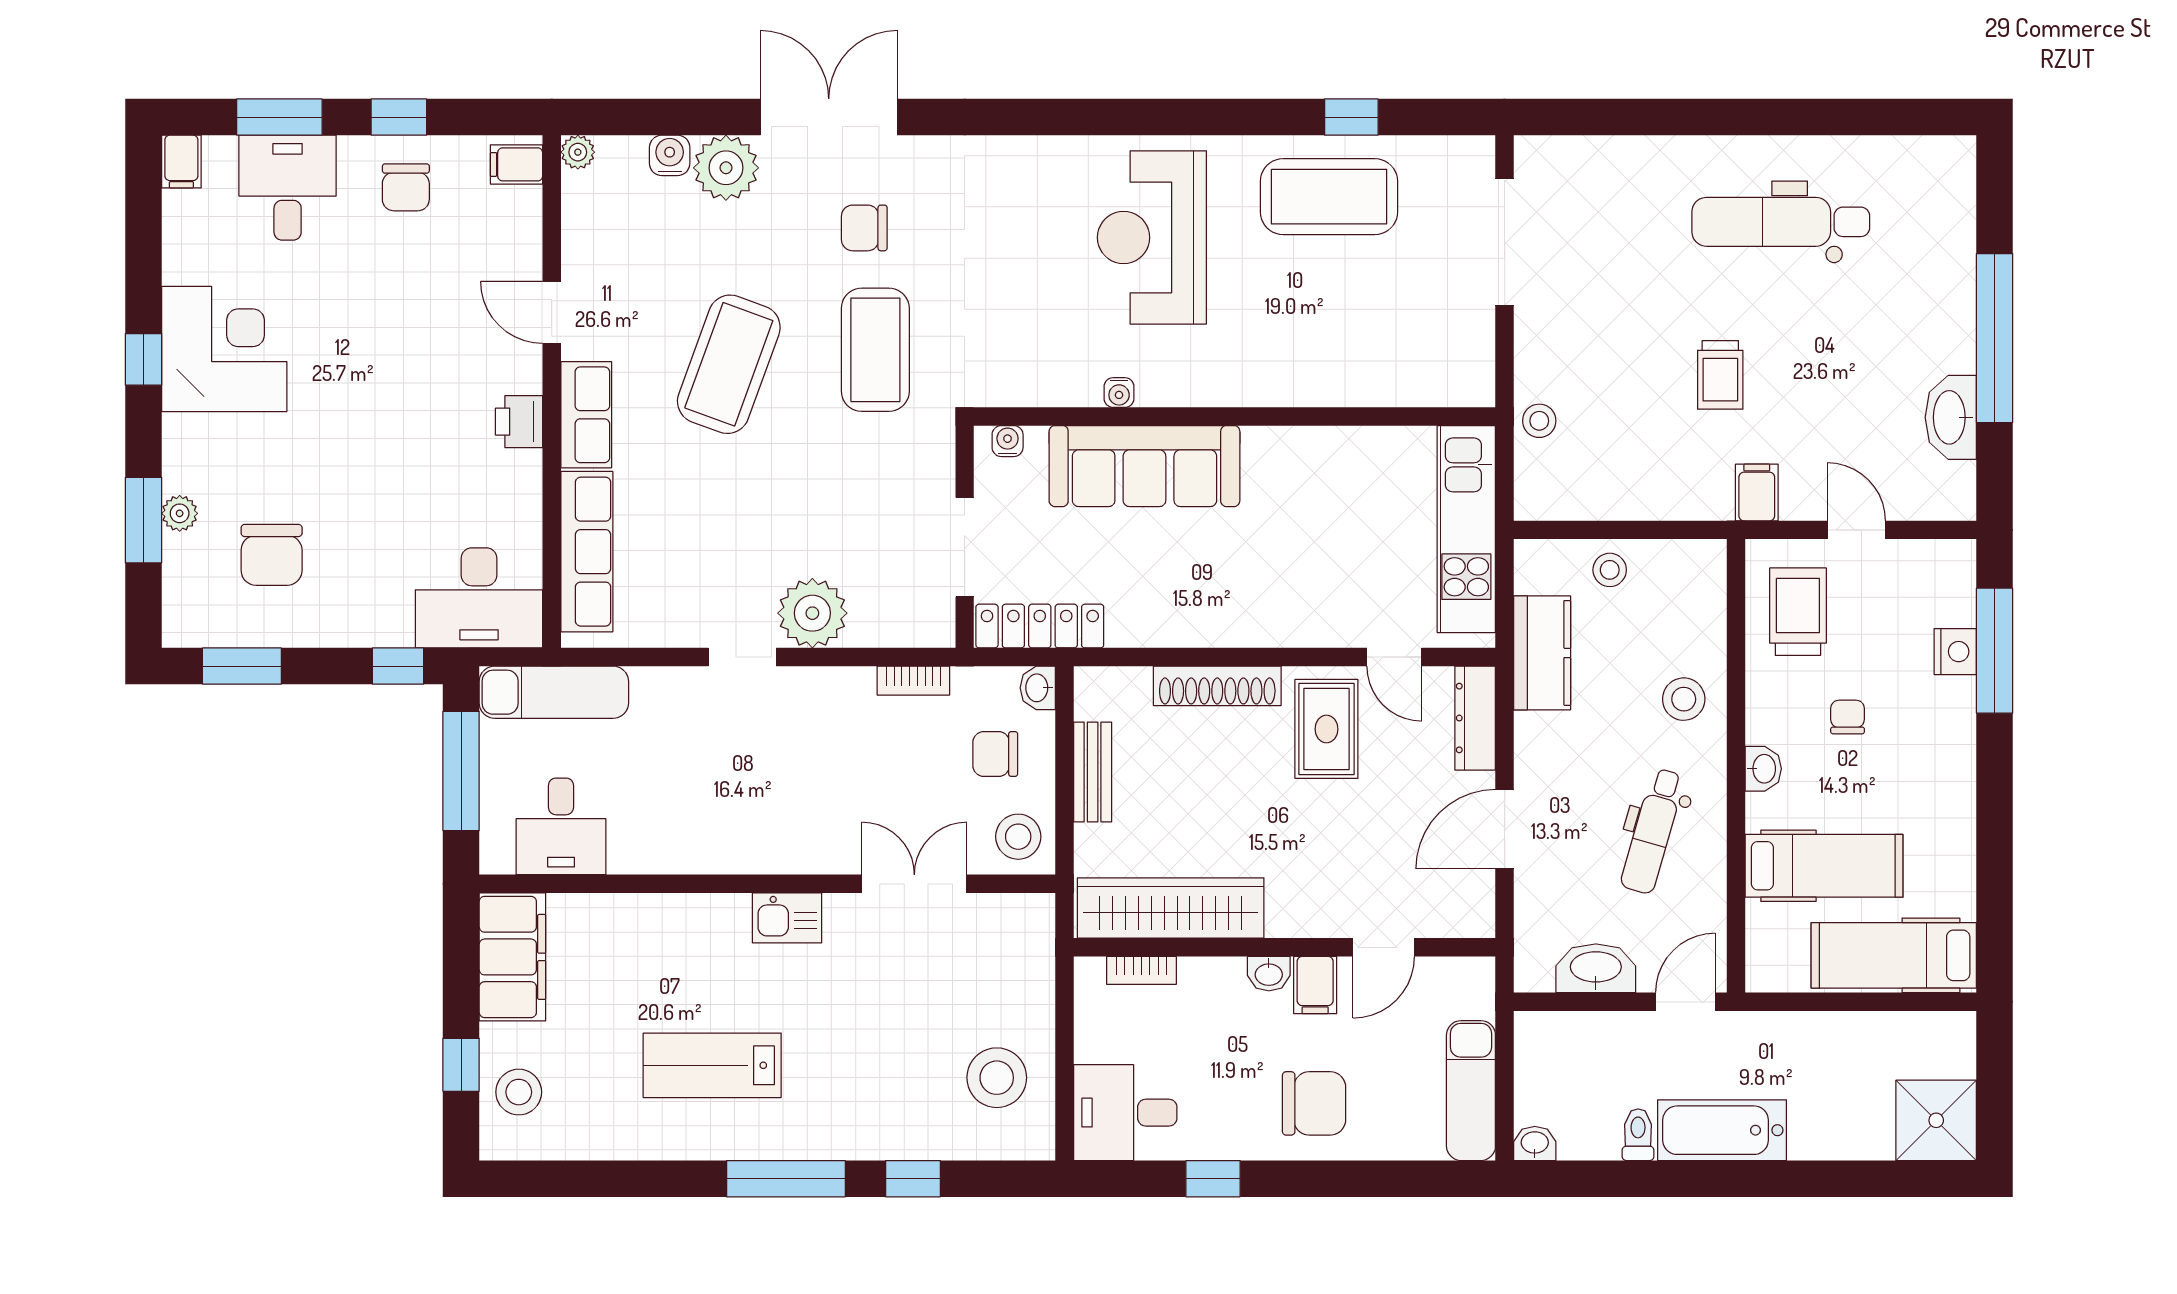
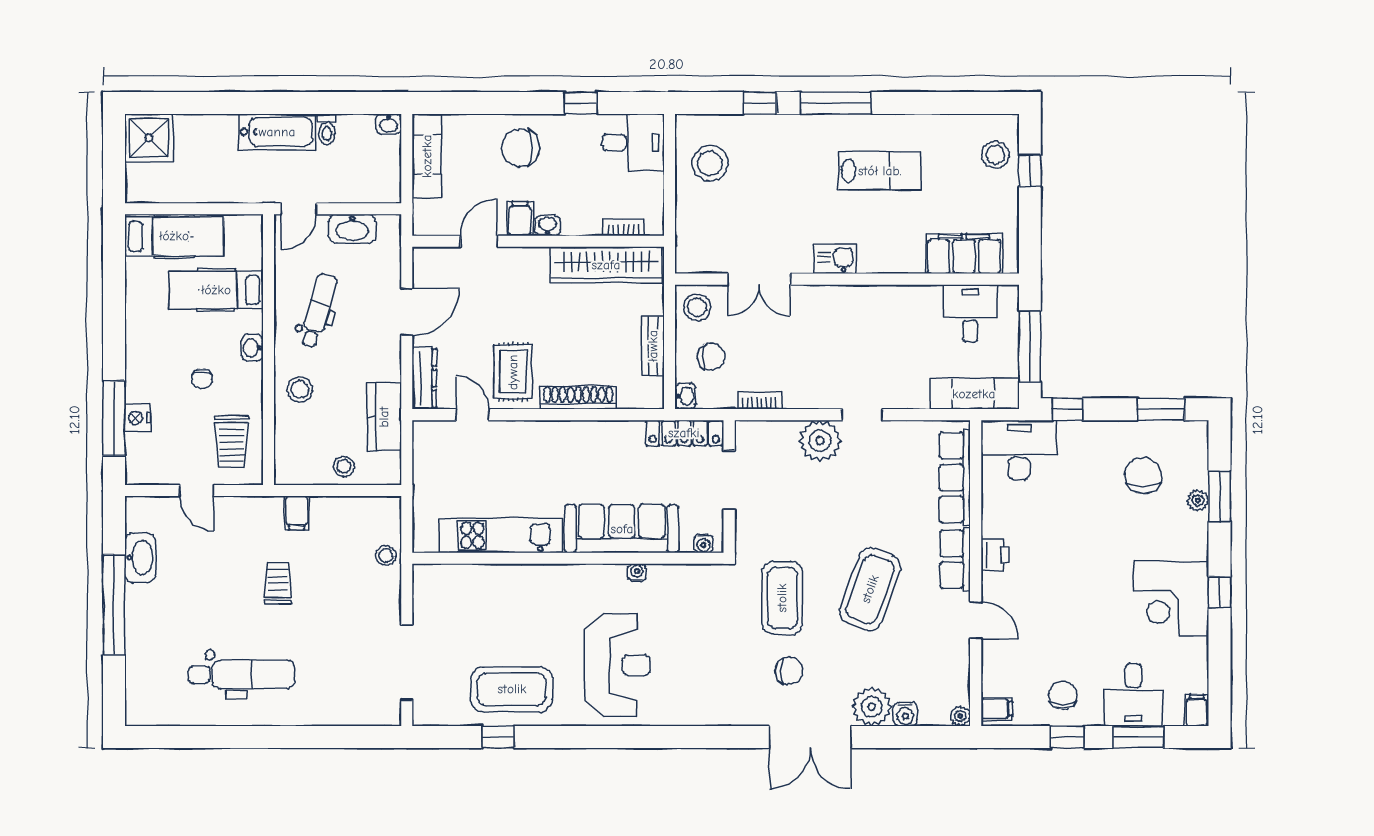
filing cabinet: (1757, 493) -> (297, 513), moved
kitchen unit: (1466, 529) -> (501, 535), moved, turned -90
filing cabinet: (512, 957) -> (964, 254), moved, turned 90

